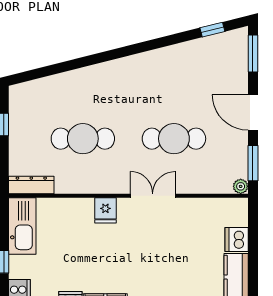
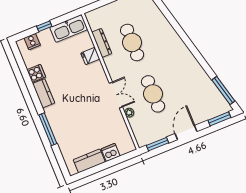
window: (212, 30) -> (223, 90), width x2.17
dresser: (31, 185) -> (102, 43), moved
plant: (241, 186) -> (129, 113), moved
fridge: (105, 210) -> (90, 56), moved

